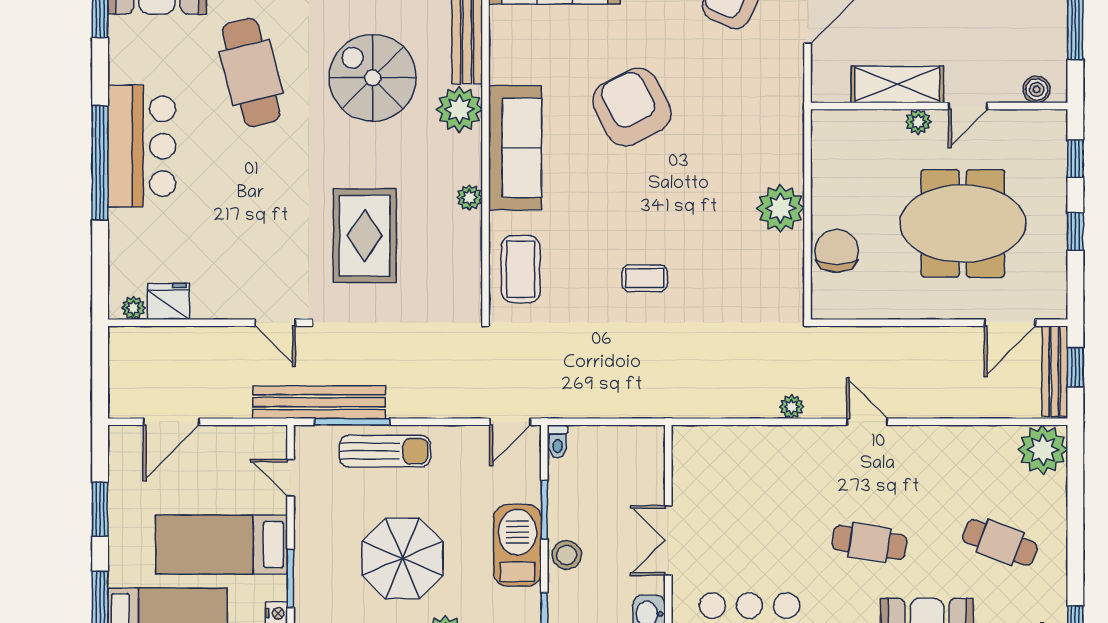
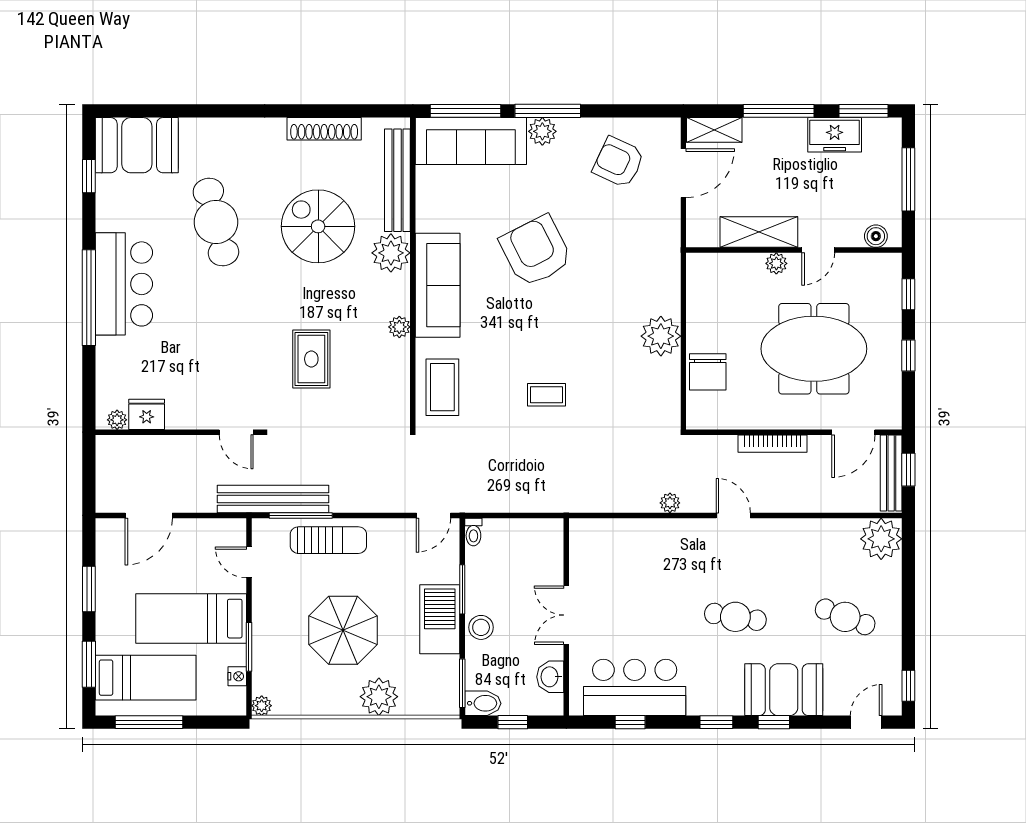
rug: (365, 236) -> (311, 359), width x0.73, depth x0.70
chair: (837, 251) -> (708, 372), turned 180
bookcase: (914, 336) -> (773, 444), added

